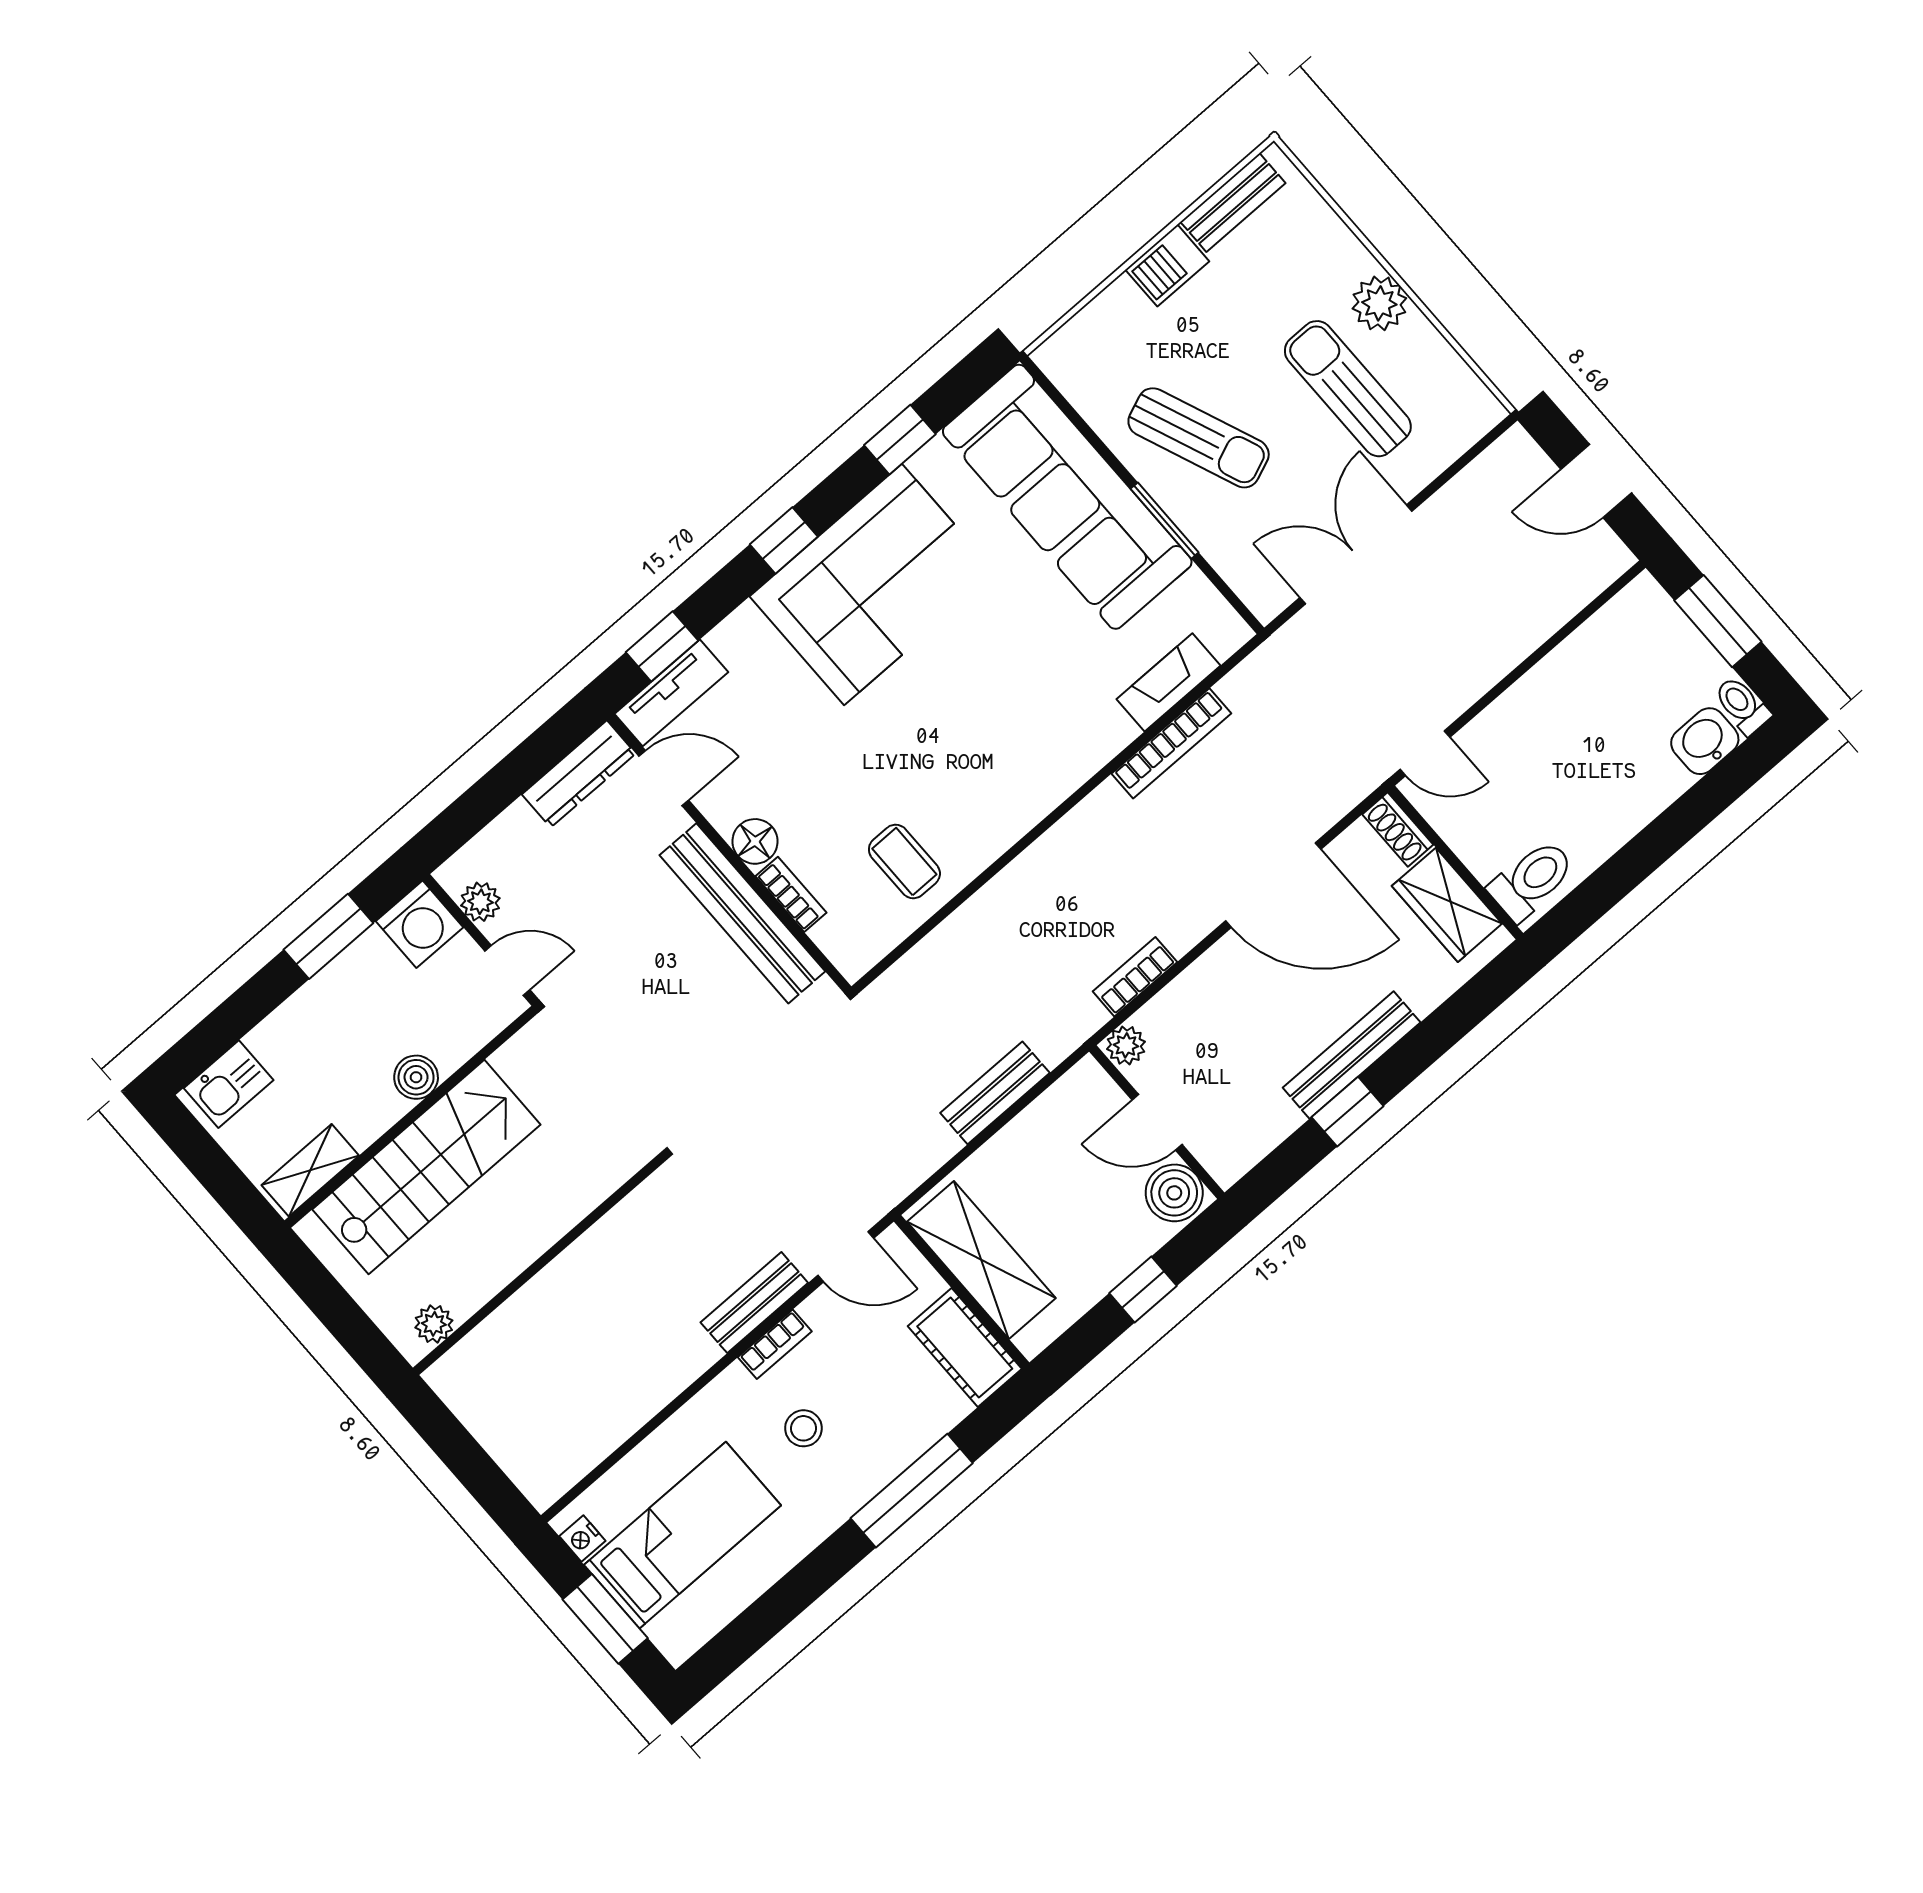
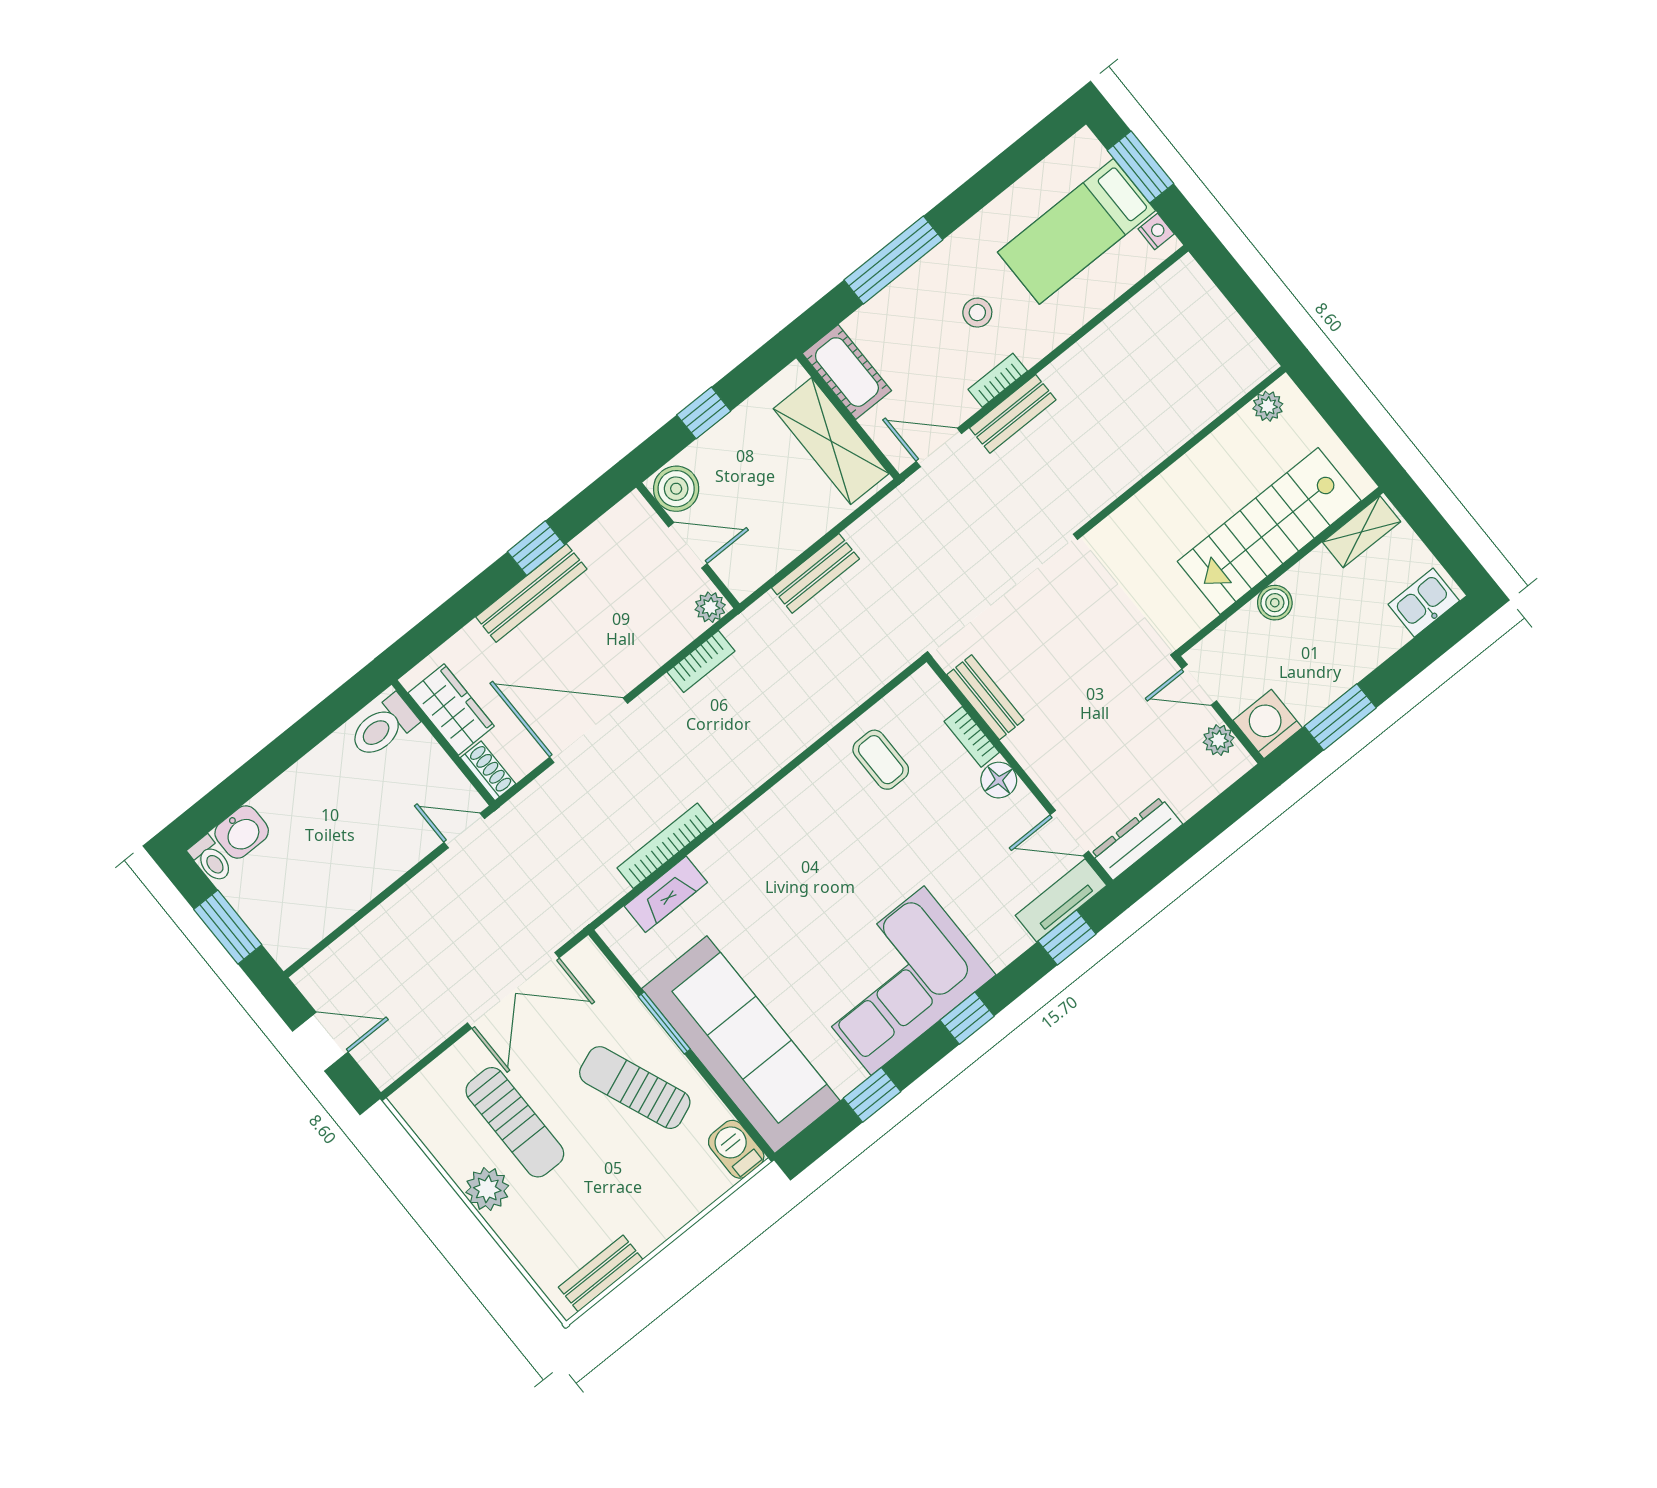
barbecue: (1167, 266) -> (736, 1149), moved, turned -90
bench: (742, 913) -> (985, 697), width x0.54, depth x0.82

